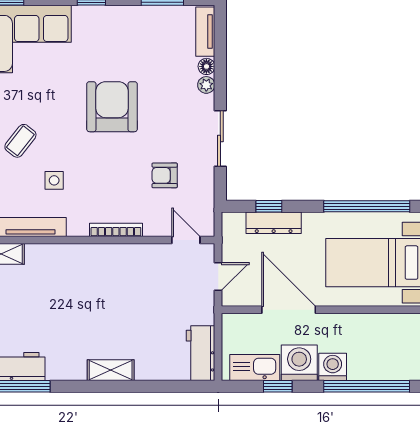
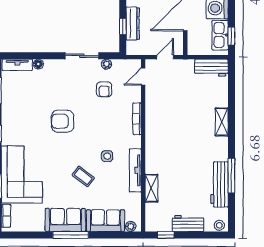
plant: (206, 85) -> (106, 64), moved
armchair: (112, 107) -> (63, 121), width x0.73, depth x0.73
door: (218, 276) -> (165, 57), hinge flipped
window: (278, 386) -> (231, 36), moved

